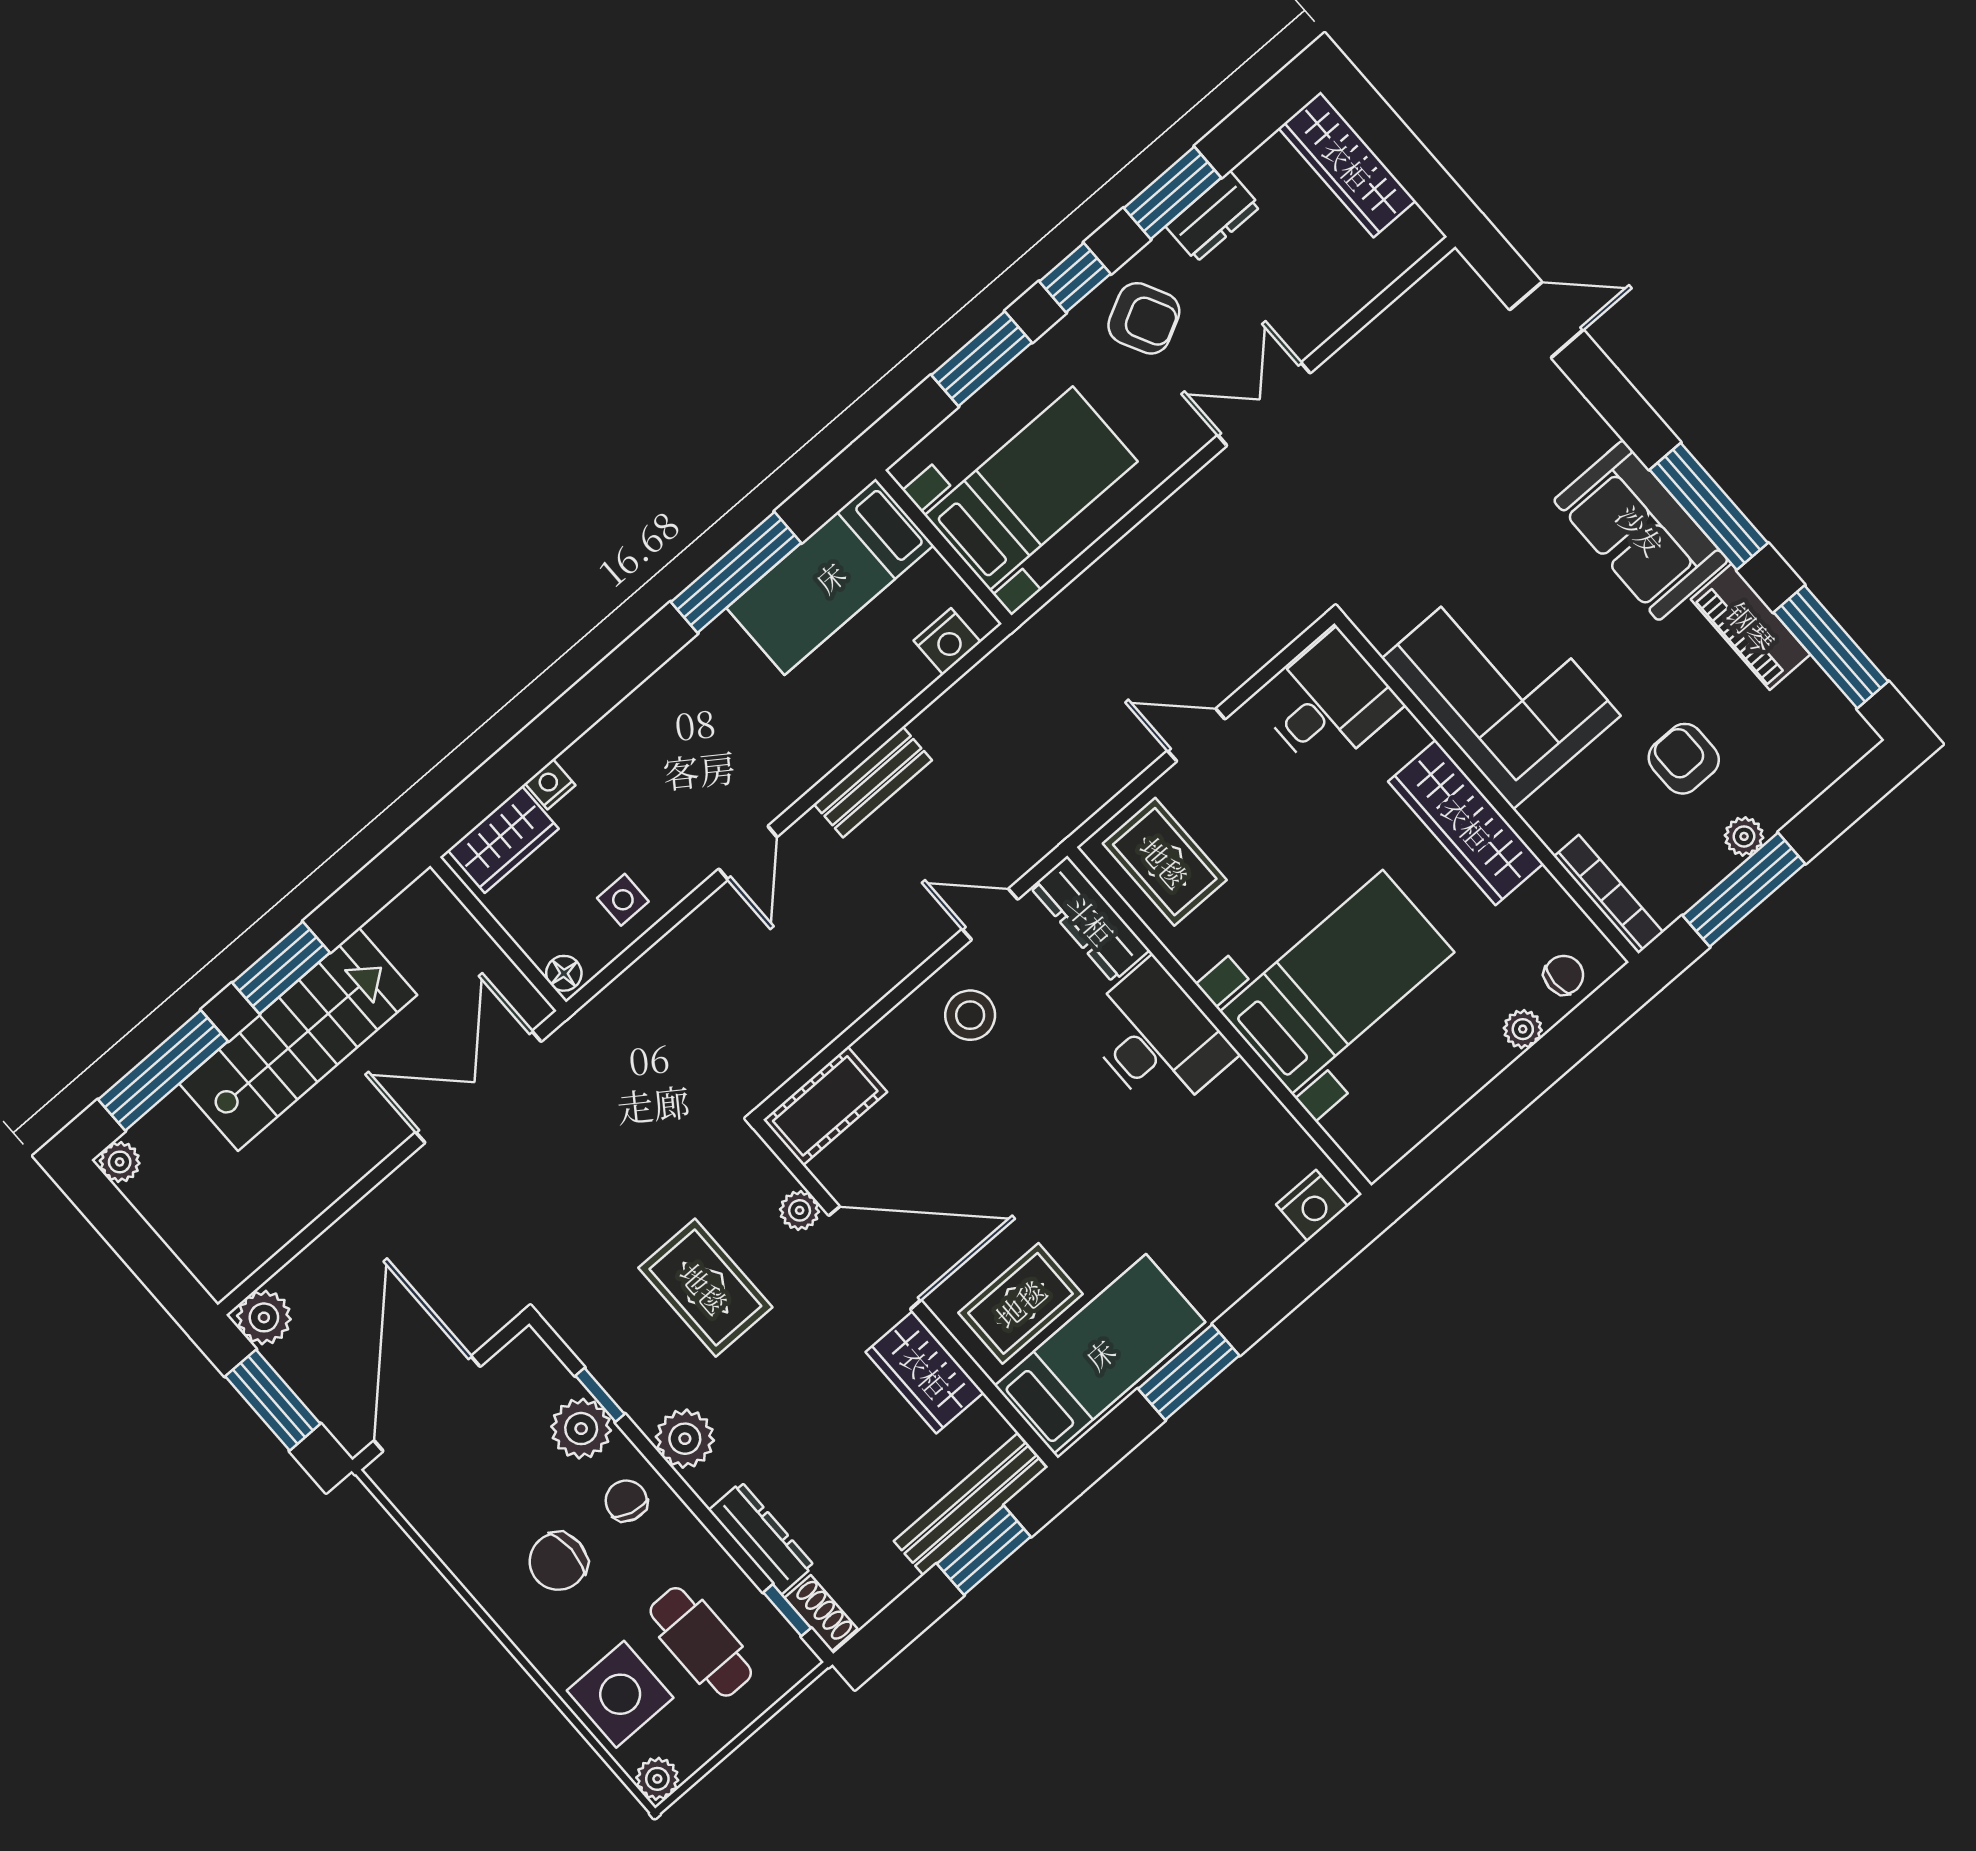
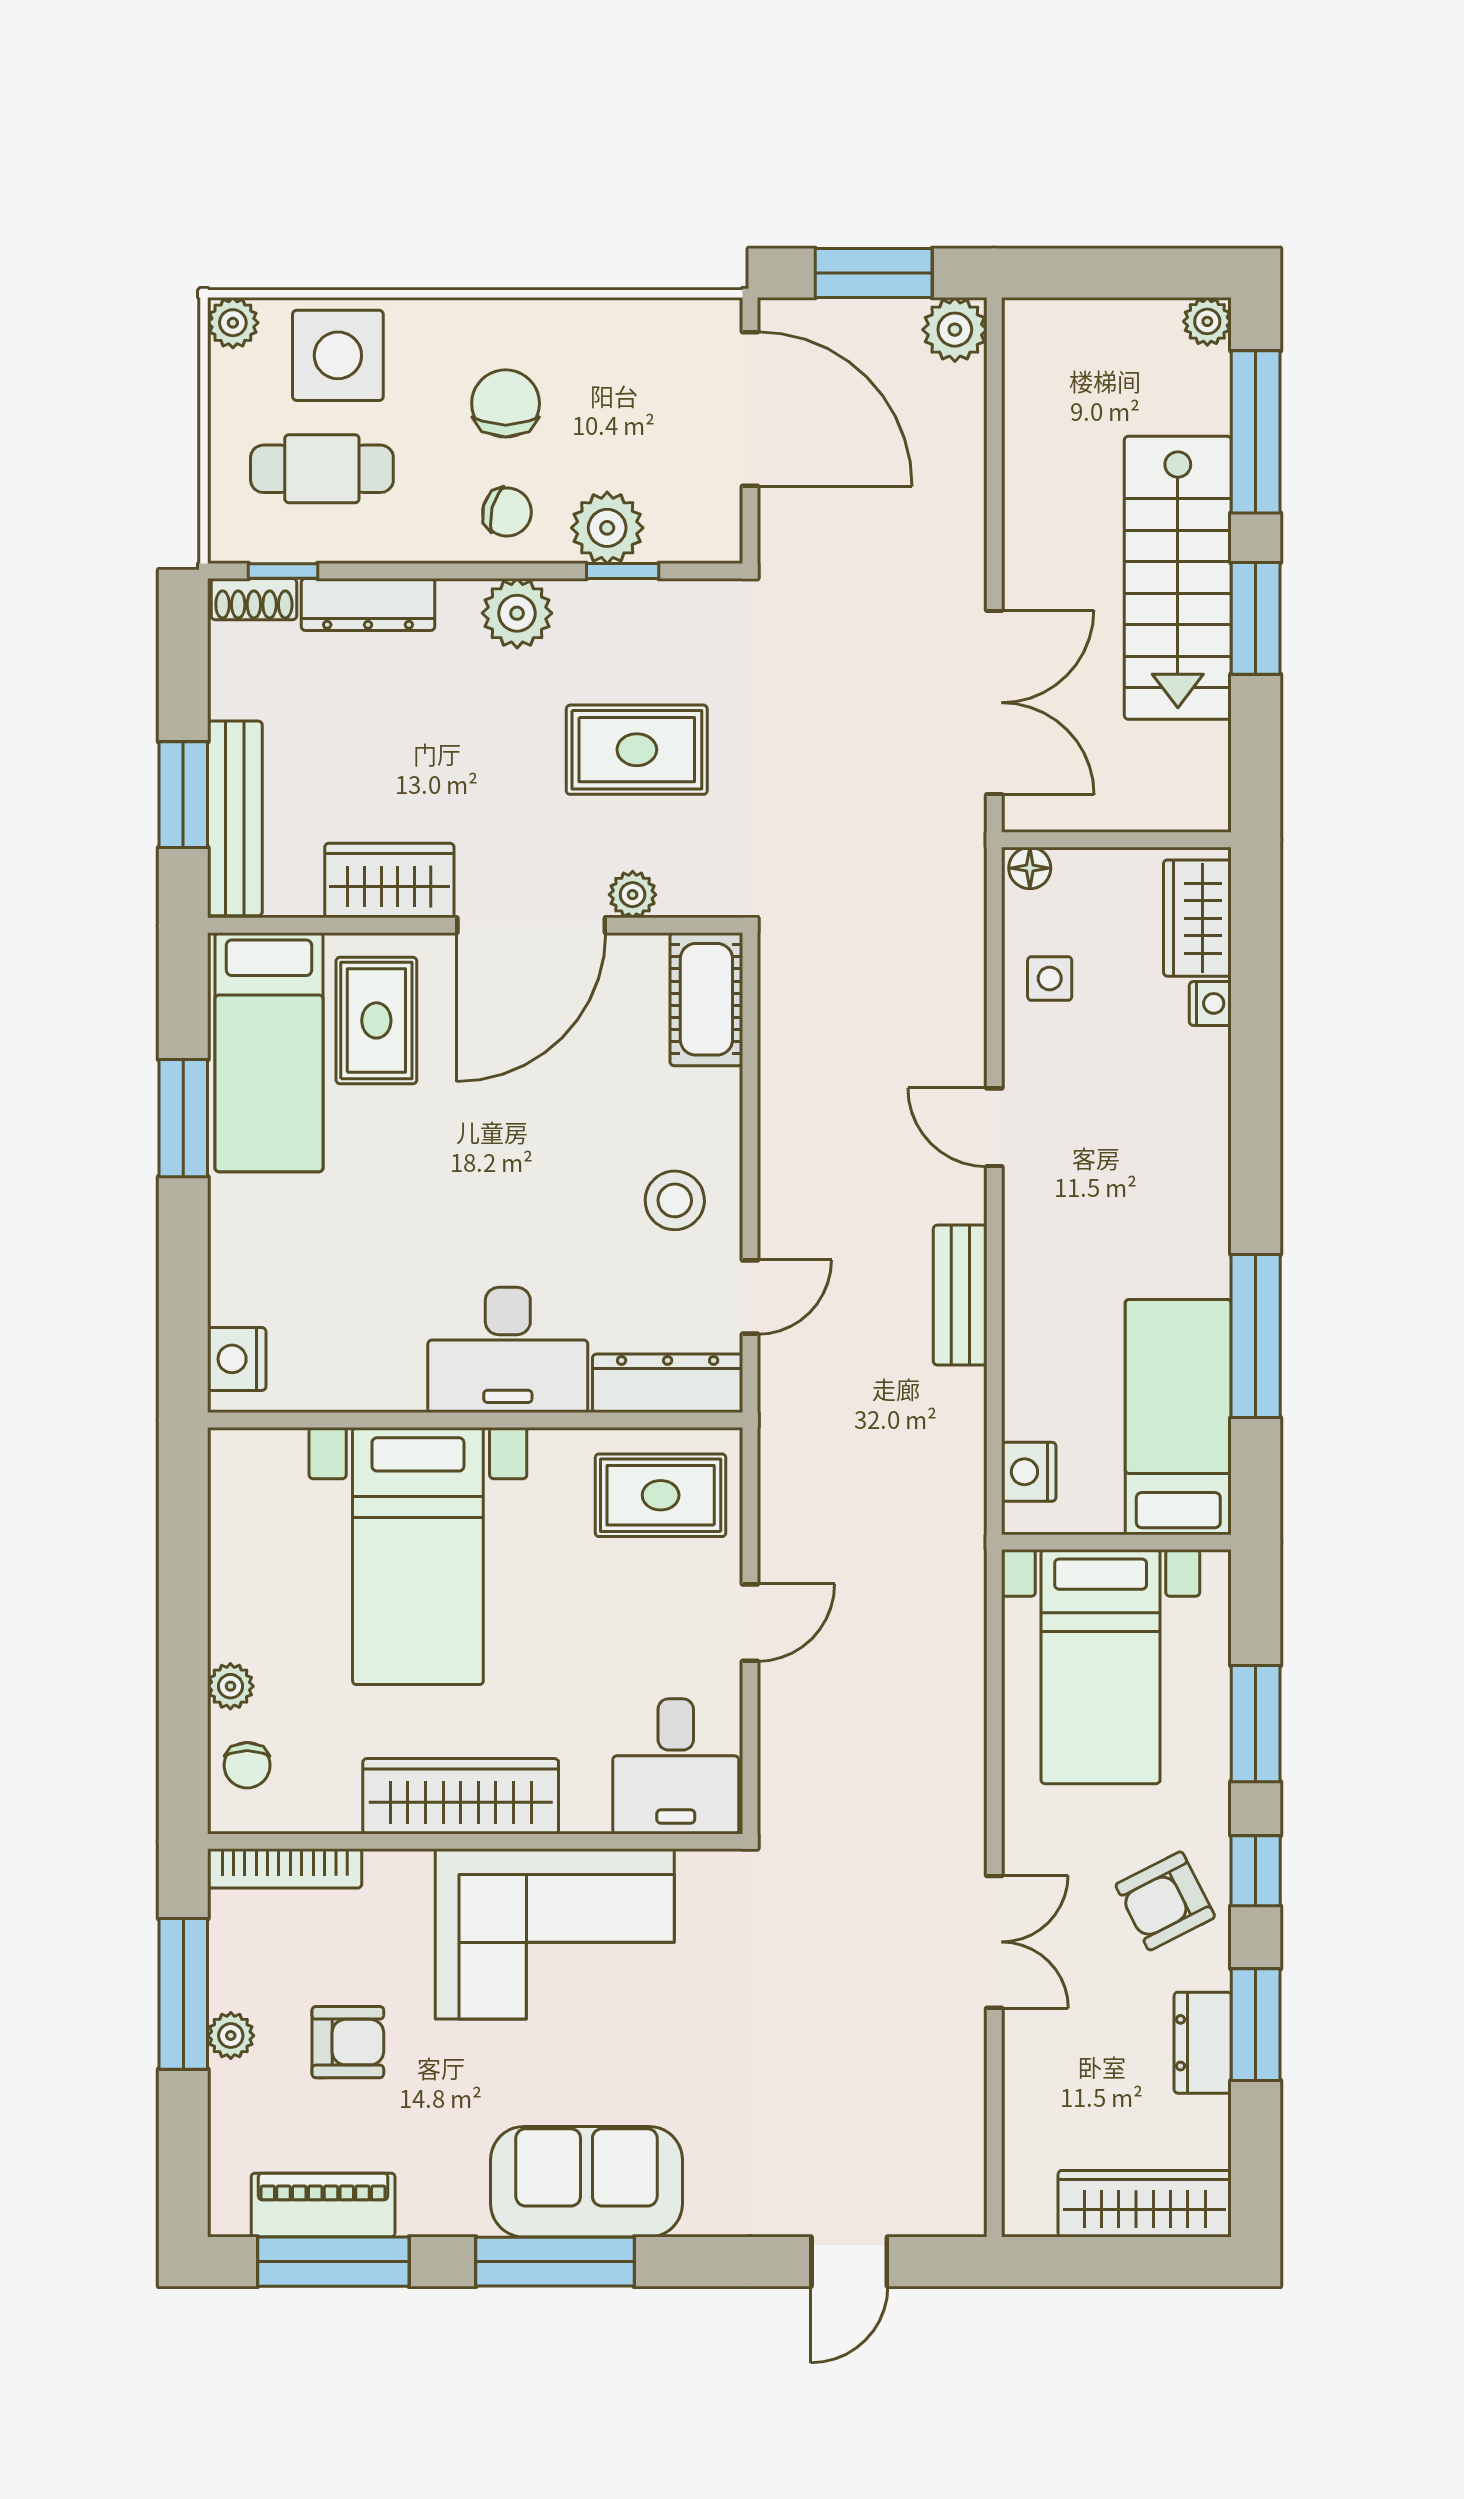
piano: (1751, 627) -> (323, 2205), moved

